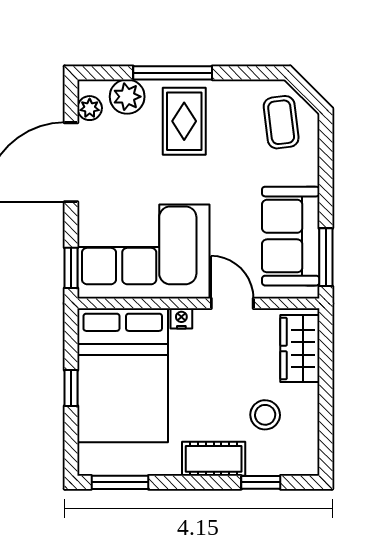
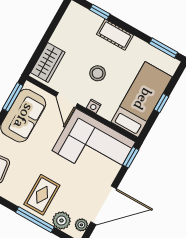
bed: (123, 375) -> (142, 99), width x0.67
stool: (265, 415) -> (98, 73), moved

